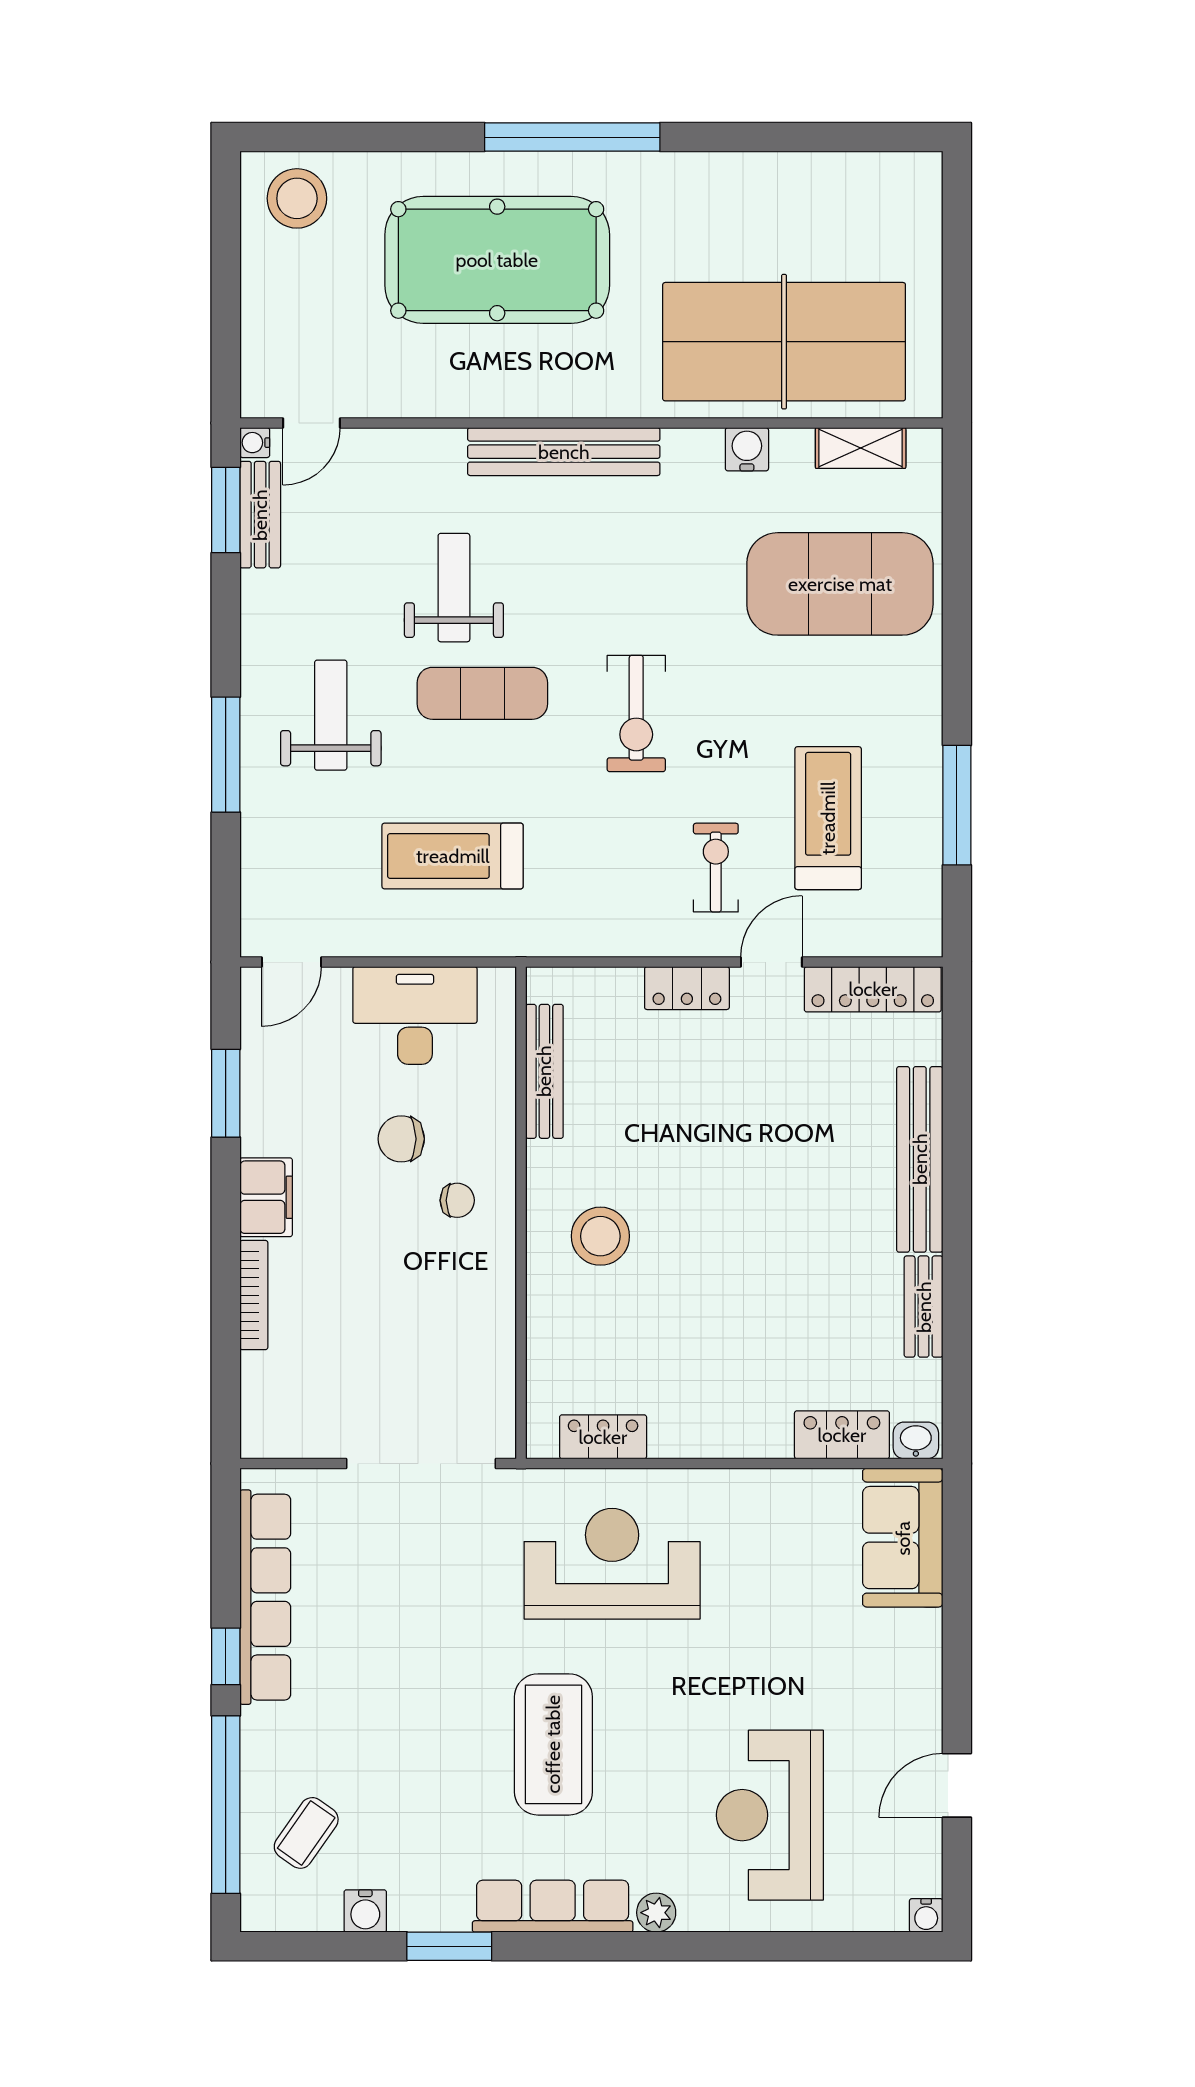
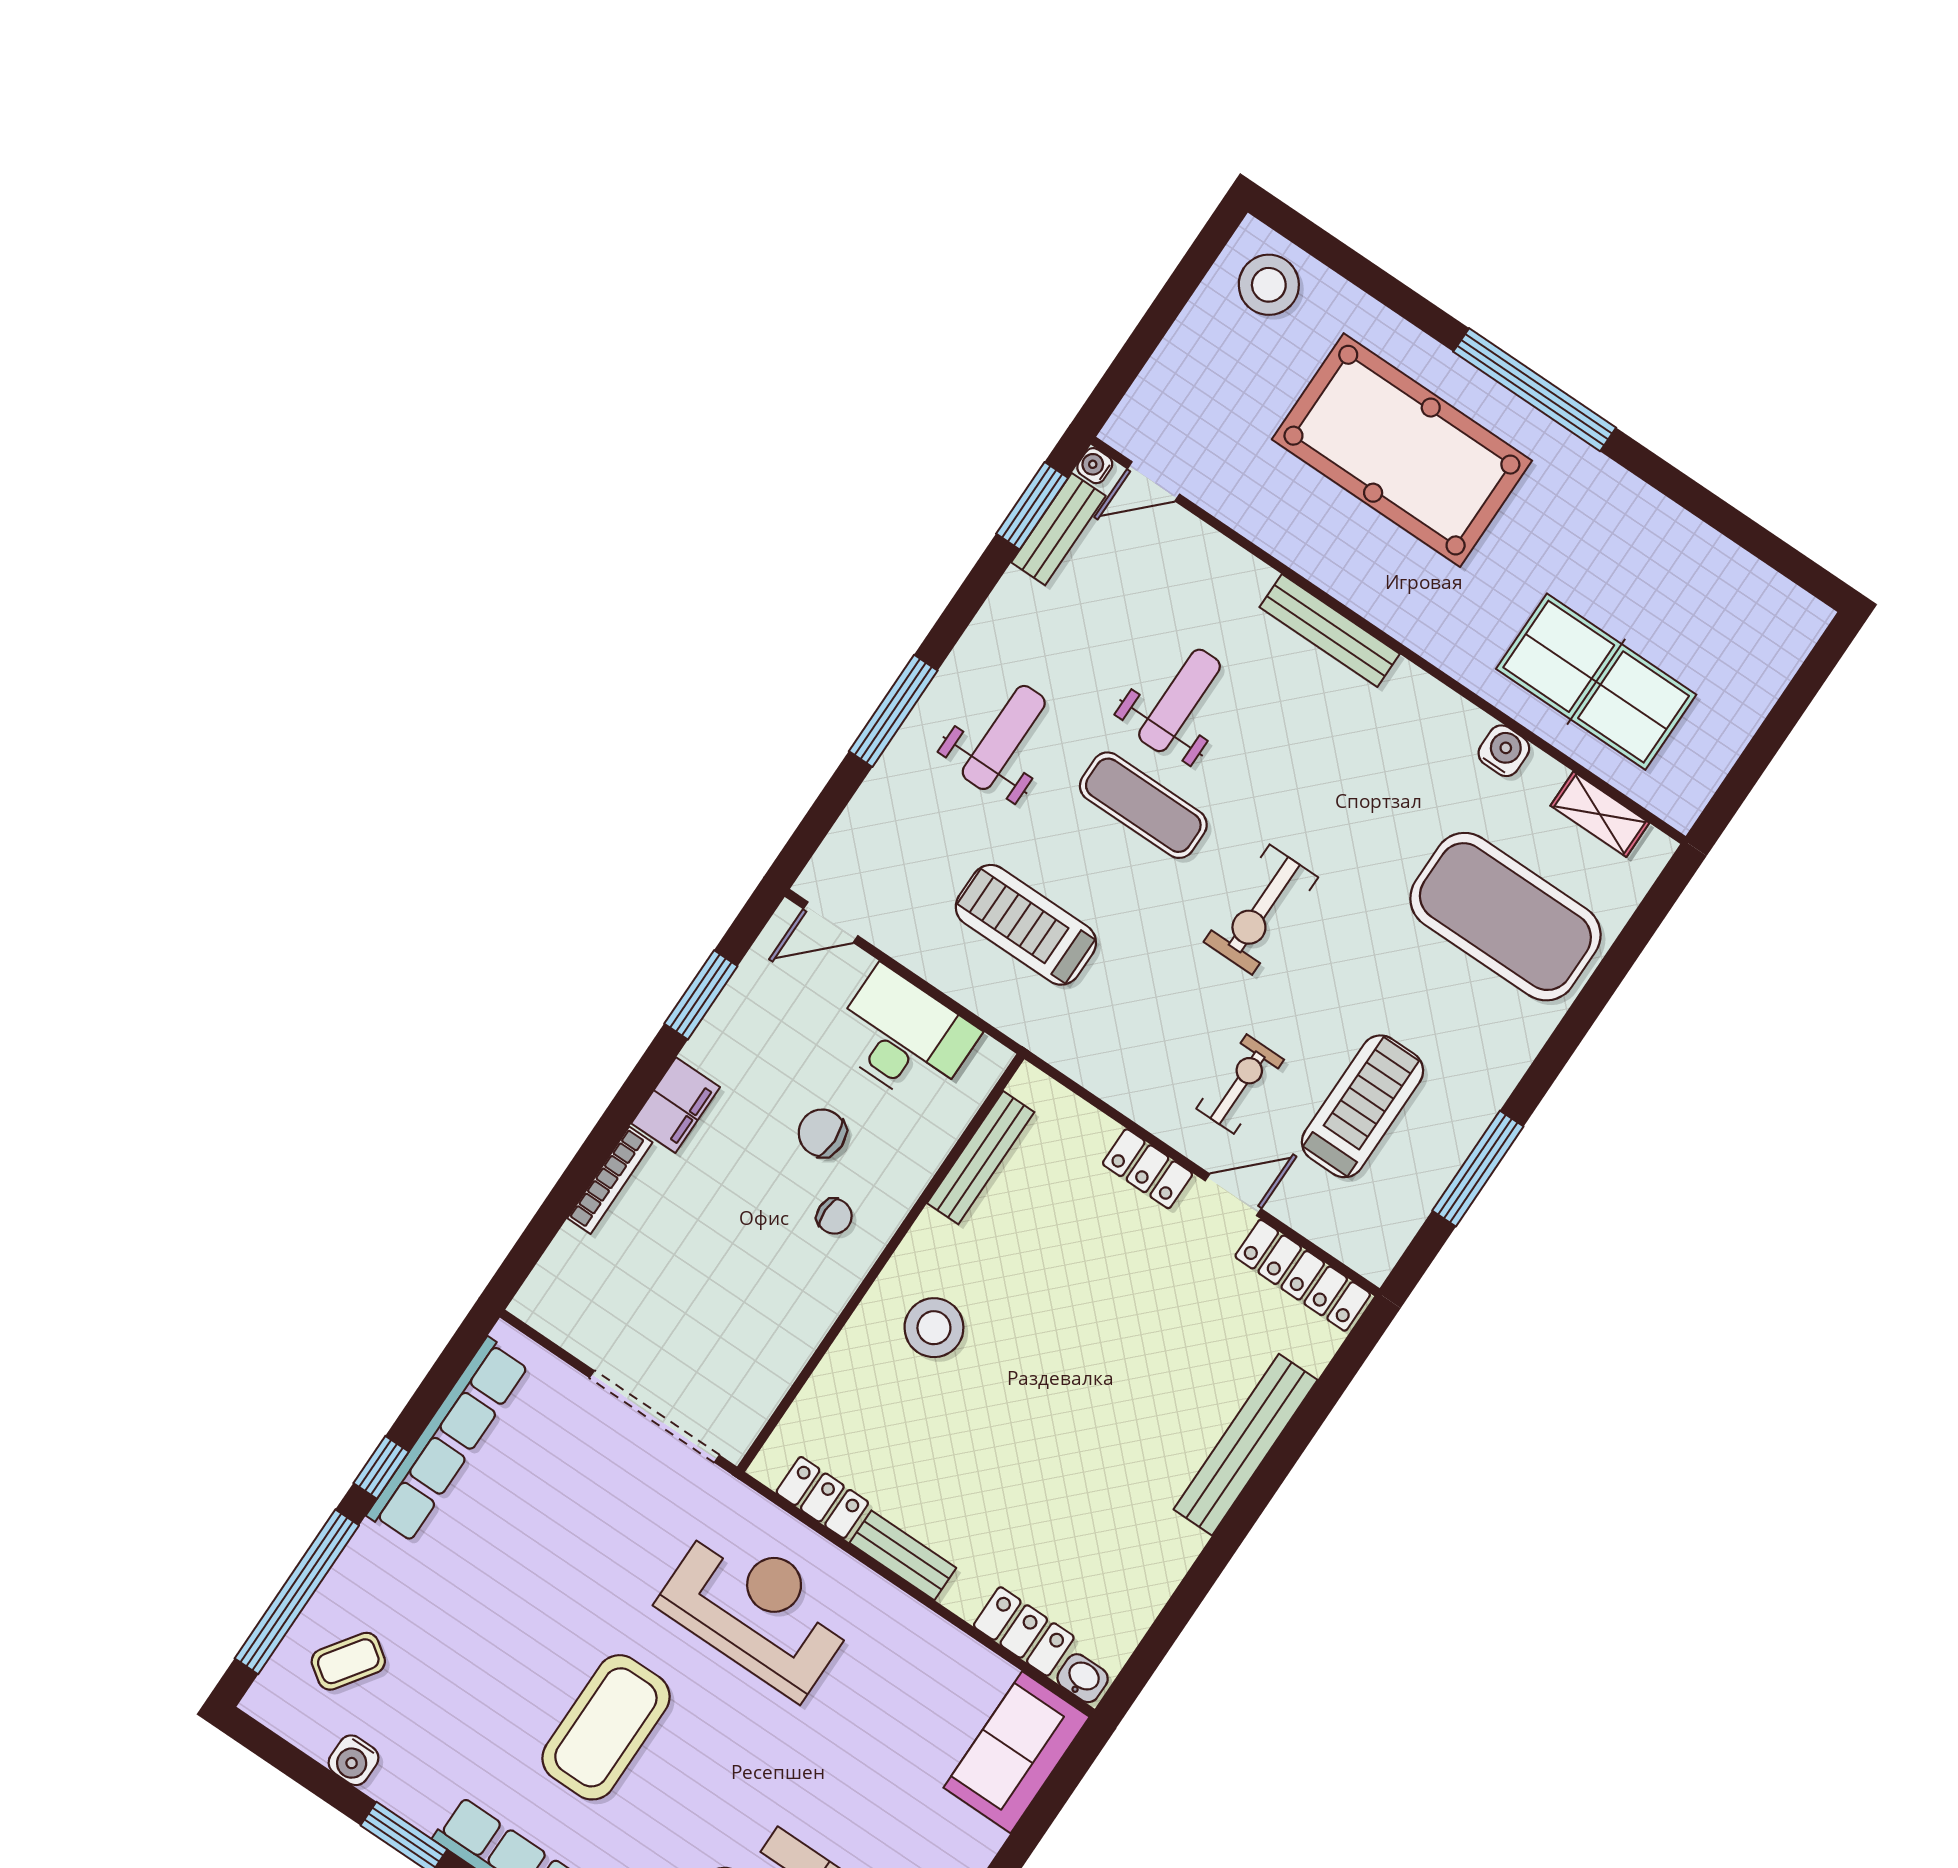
table tennis table: (784, 342) -> (1596, 682), width x0.73, depth x0.76
bench: (564, 452) -> (1330, 630), width x0.73, depth x0.82
bench: (924, 1307) -> (903, 1555), moved, turned 90

